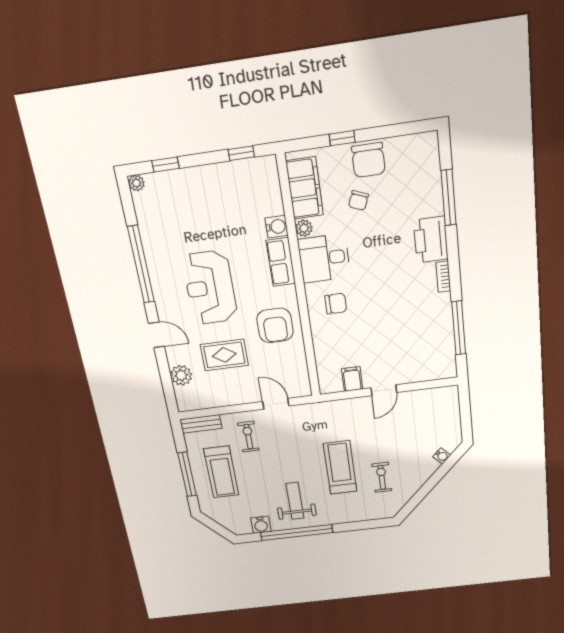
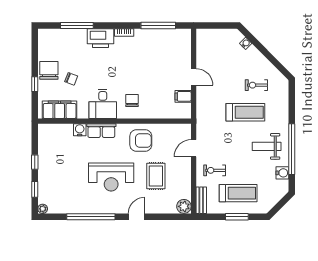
window: (241, 153) -> (35, 162), moved
chair: (368, 160) -> (49, 70), turned -90
plant: (304, 228) -> (83, 113), removed
plant: (181, 375) -> (184, 206), moved
treadmill: (340, 467) -> (245, 112), turned 180
window: (187, 474) -> (237, 217), width x0.69

